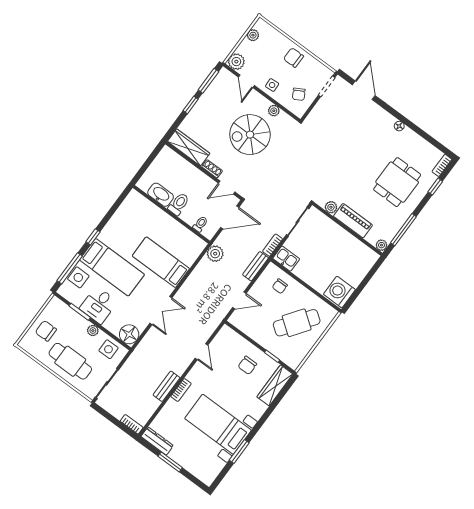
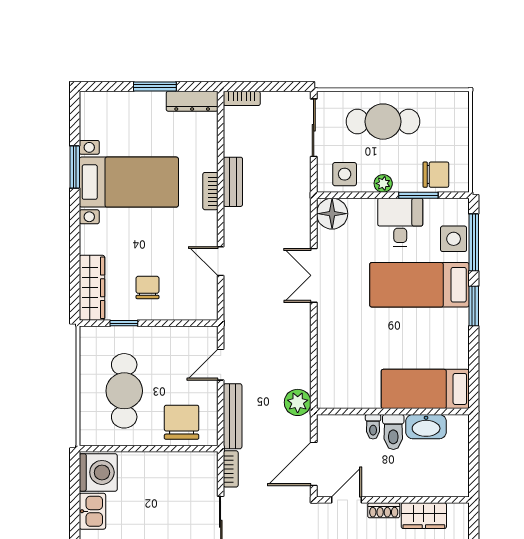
wardrobe: (189, 147) -> (424, 516), width x0.67
toilet: (200, 224) -> (373, 427), moved
window: (93, 237) -> (474, 306), width x1.50
kitchen sink: (286, 259) -> (92, 511), moved, turned -90
bed: (161, 262) -> (425, 389), moved, turned 180
bench: (256, 266) -> (233, 416), width x1.36
chair: (280, 286) -> (182, 422), width x1.87, depth x1.87
cafe table: (297, 323) -> (124, 391), turned -36
chair: (46, 331) -> (436, 175), moved

